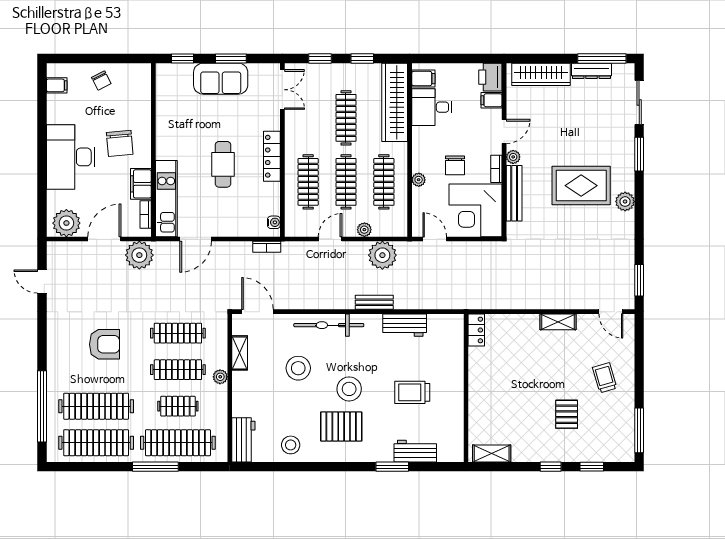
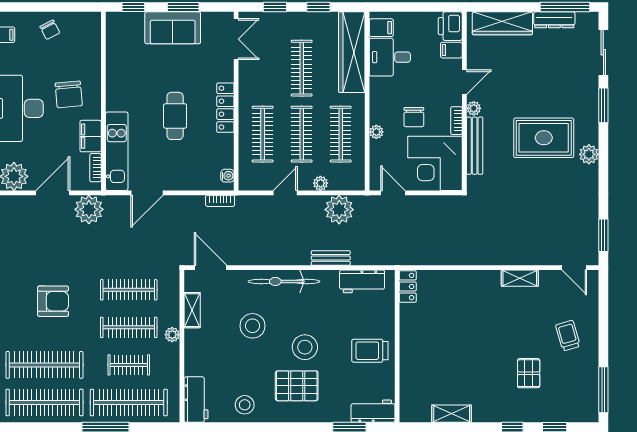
locker: (476, 330) -> (408, 287), moved
wall: (466, 388) -> (397, 346), moved

